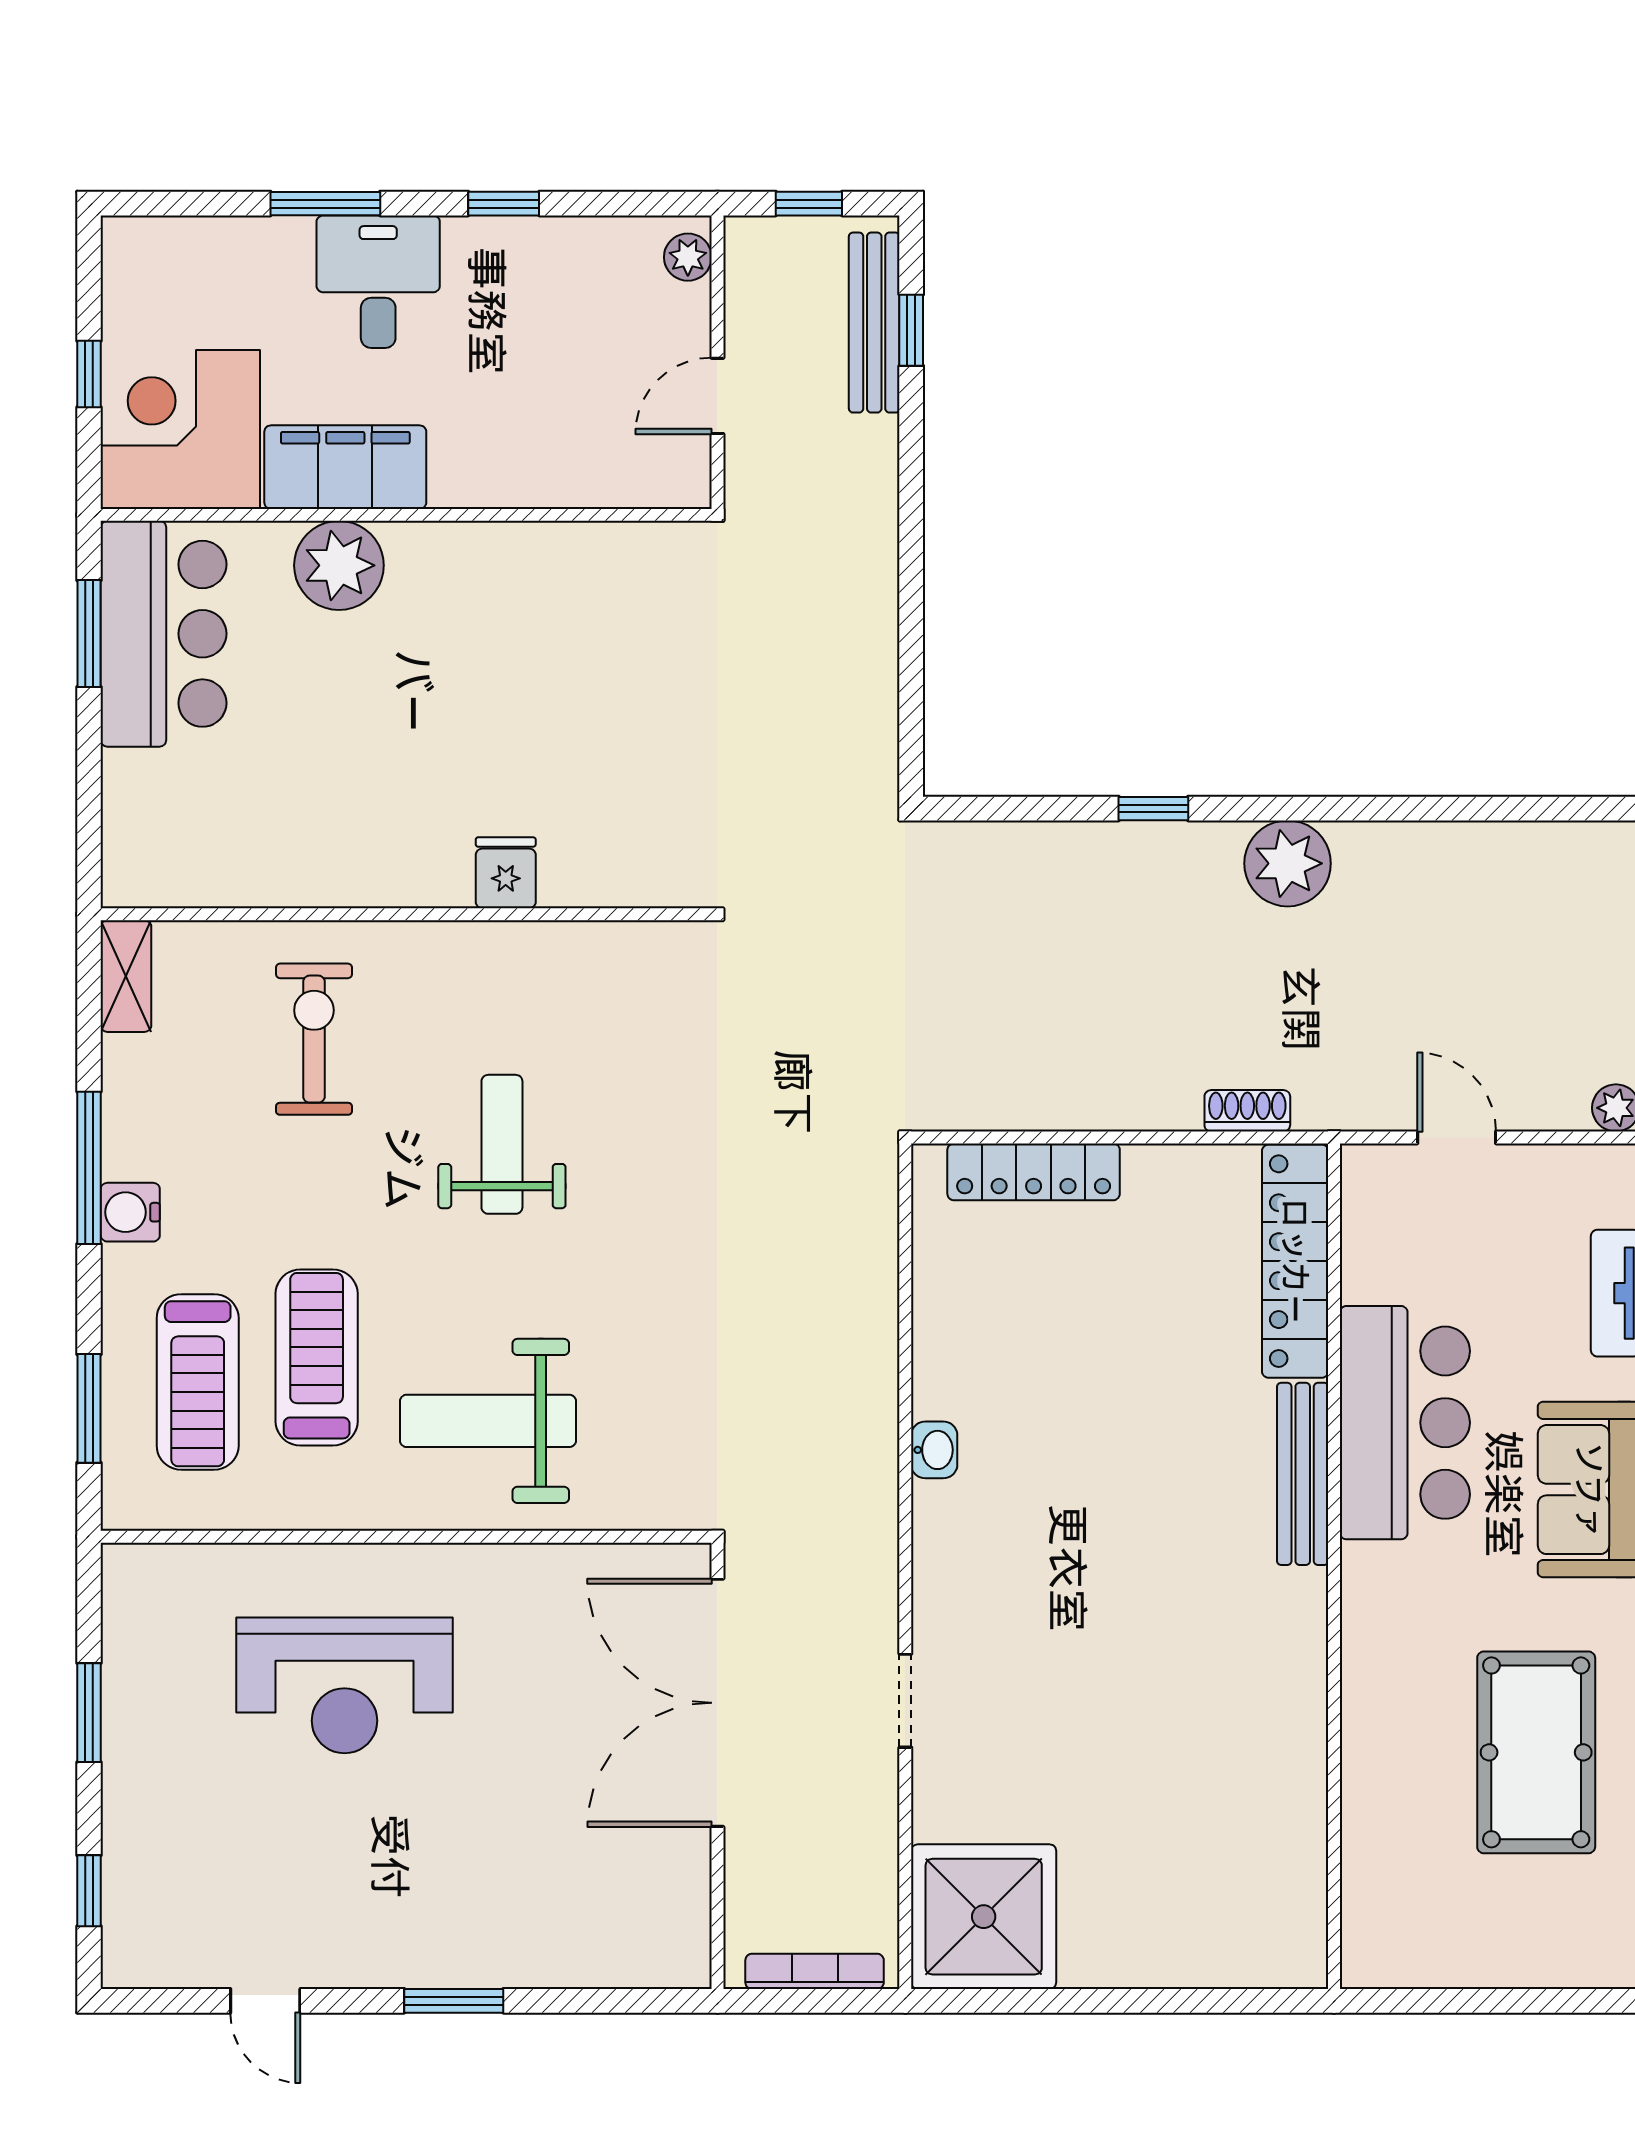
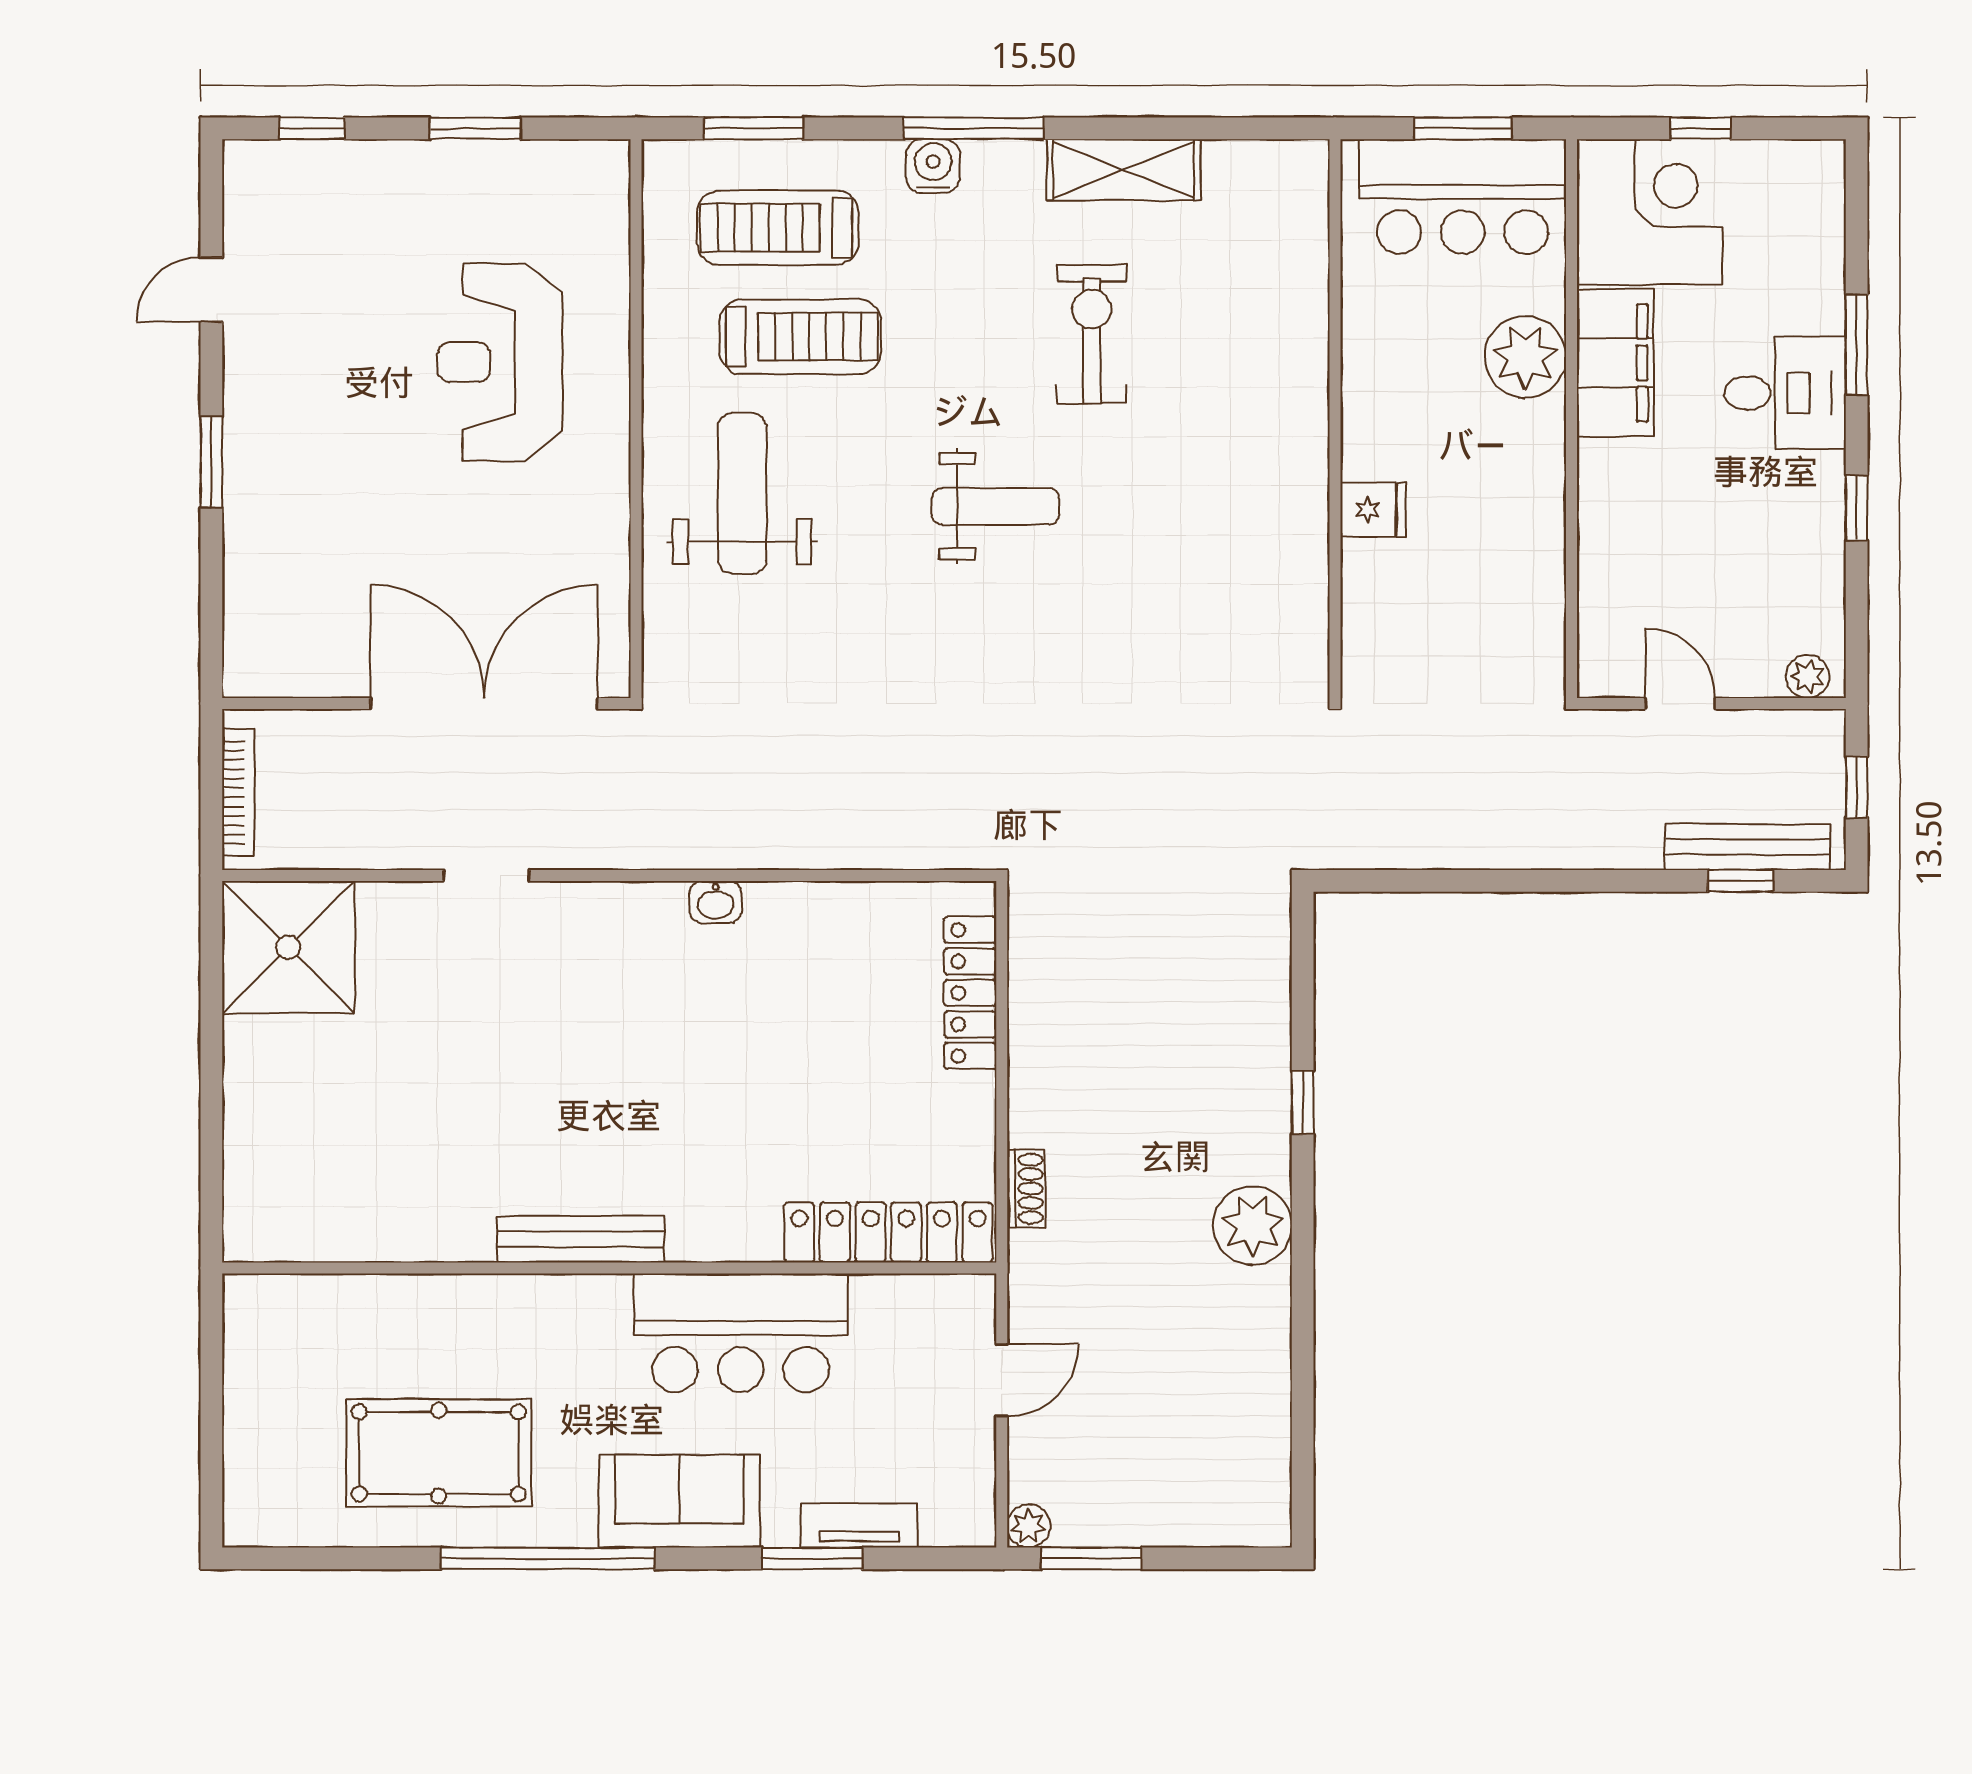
fridge: (506, 873) -> (1373, 510), moved
wall: (406, 914) -> (1335, 419), moved
shelving: (126, 976) -> (1124, 170), width x1.50, depth x1.33
exercise bike: (314, 1039) -> (1092, 334), turned -90
bench: (1303, 1474) -> (581, 1239), moved

